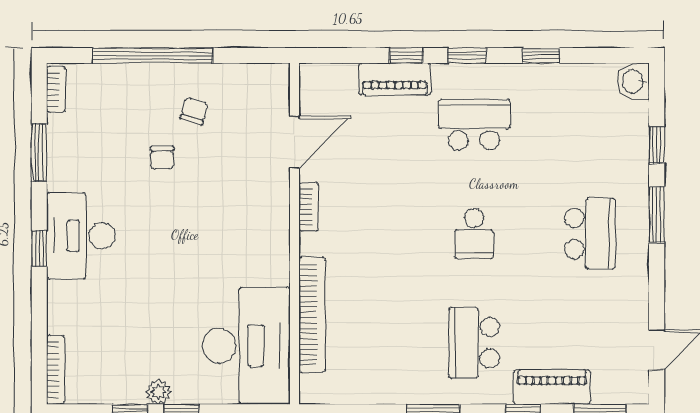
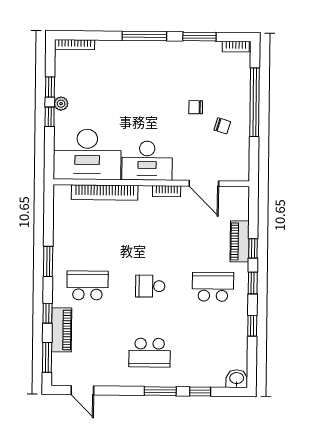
school desk: (474, 125) -> (213, 287), turned -90
desk: (81, 236) -> (147, 161), moved, turned 180
window: (39, 248) -> (144, 36), width x2.17

